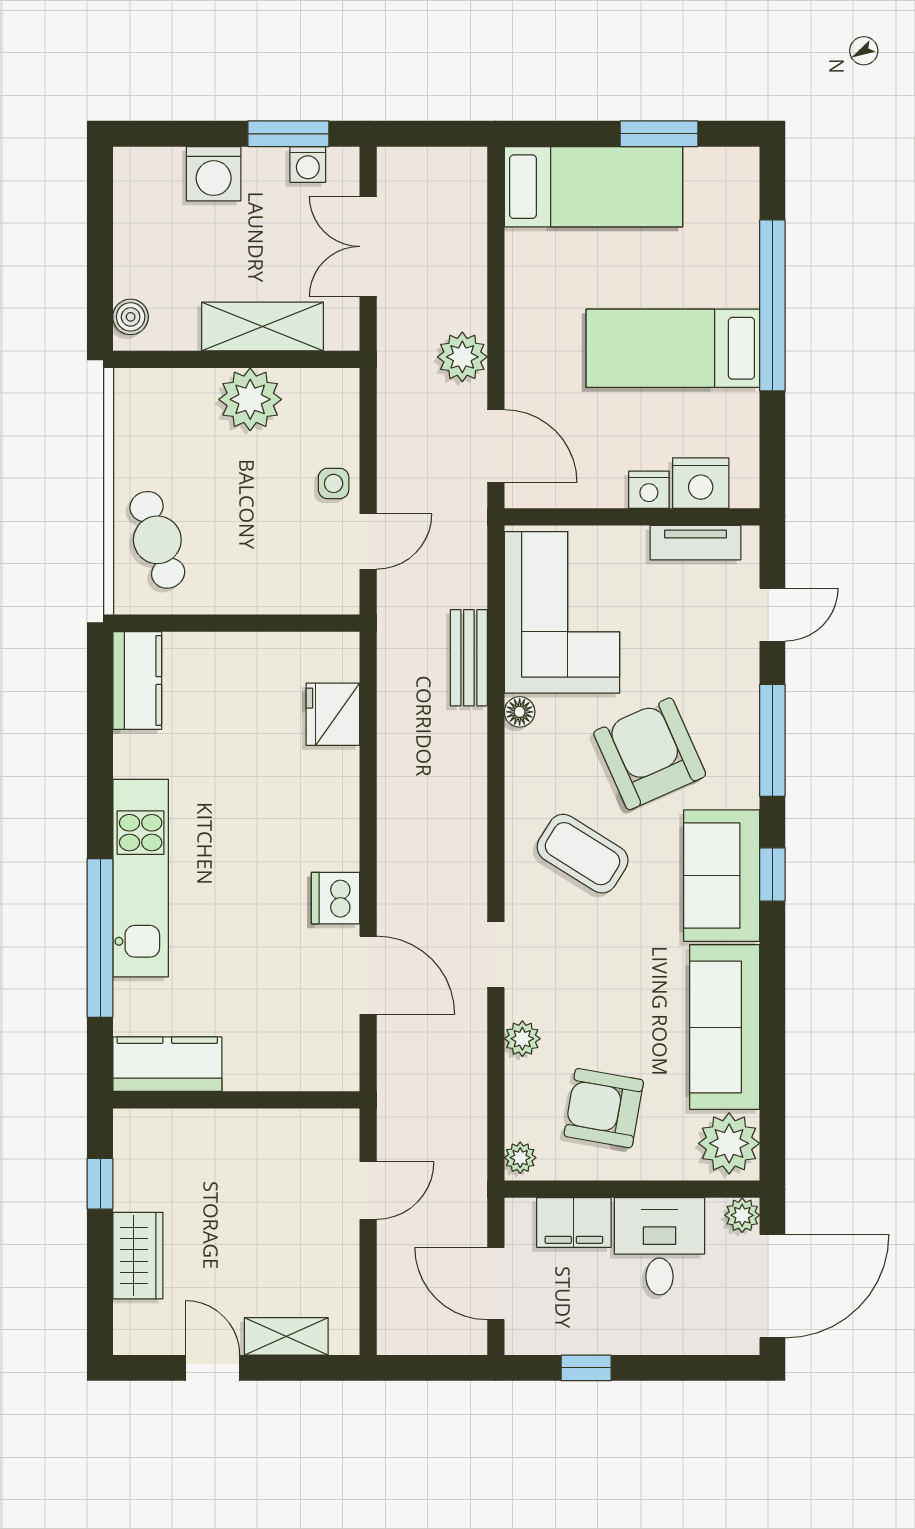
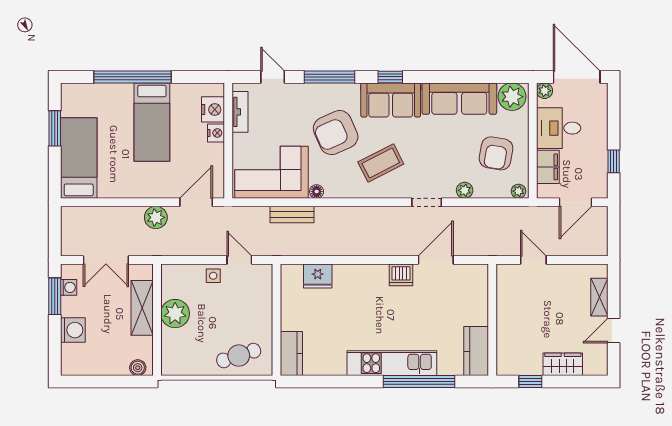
kitchen counter: (137, 681) -> (291, 354), moved, turned 90
coffee table: (583, 854) -> (381, 163), turned 31

